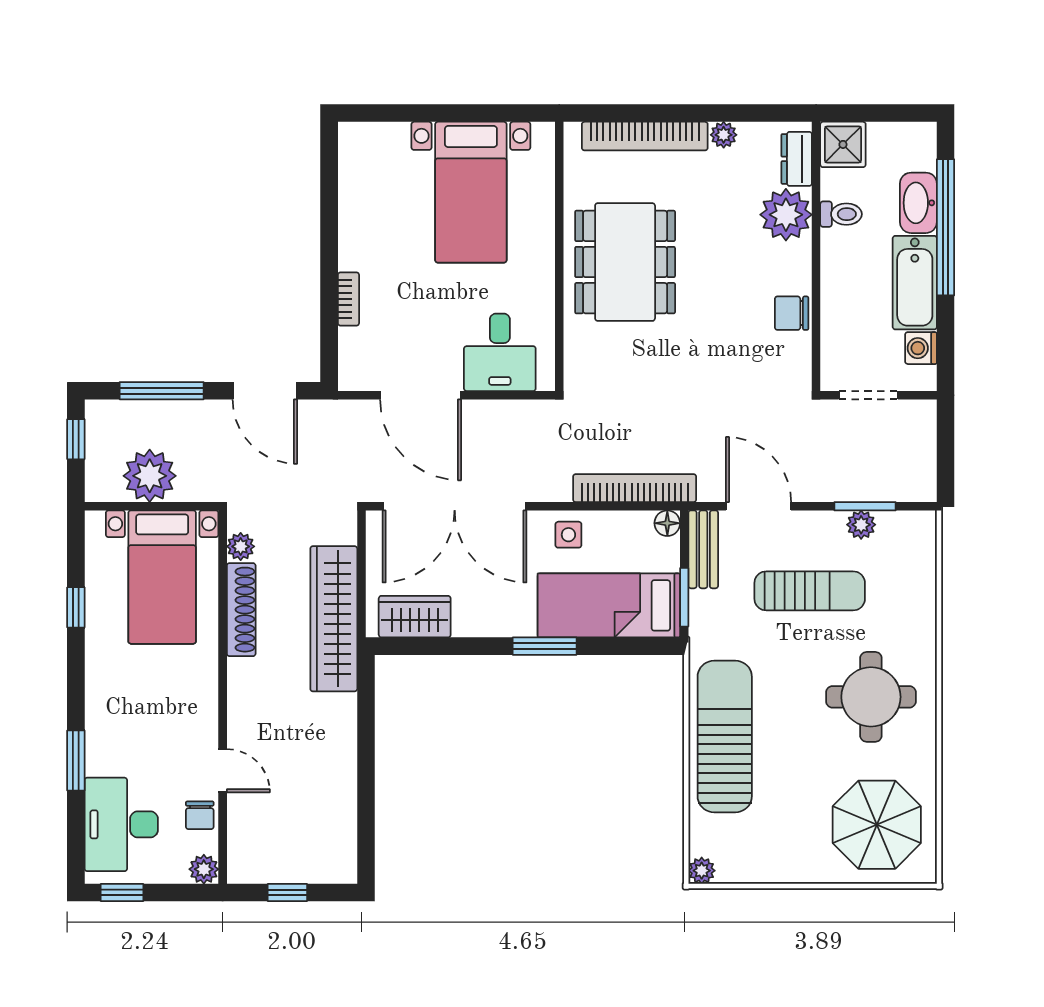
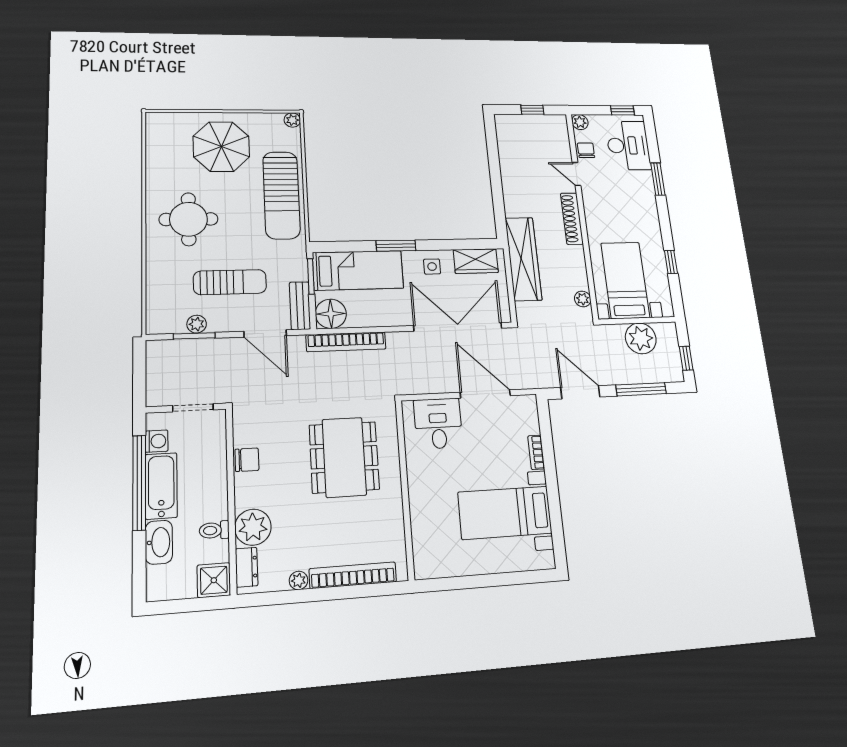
bed with nightstands: (471, 192) -> (505, 513), moved, turned -90
window: (946, 227) -> (139, 483), moved
dining table: (625, 262) -> (344, 457), moved
floor lamp: (667, 523) -> (331, 314), width x1.89, depth x1.89
side table: (568, 535) -> (432, 267), moved
sun lounger: (810, 591) -> (230, 282), turned 180
shoe rack: (241, 610) -> (572, 219), moved
parasol: (877, 825) -> (221, 147), moved

